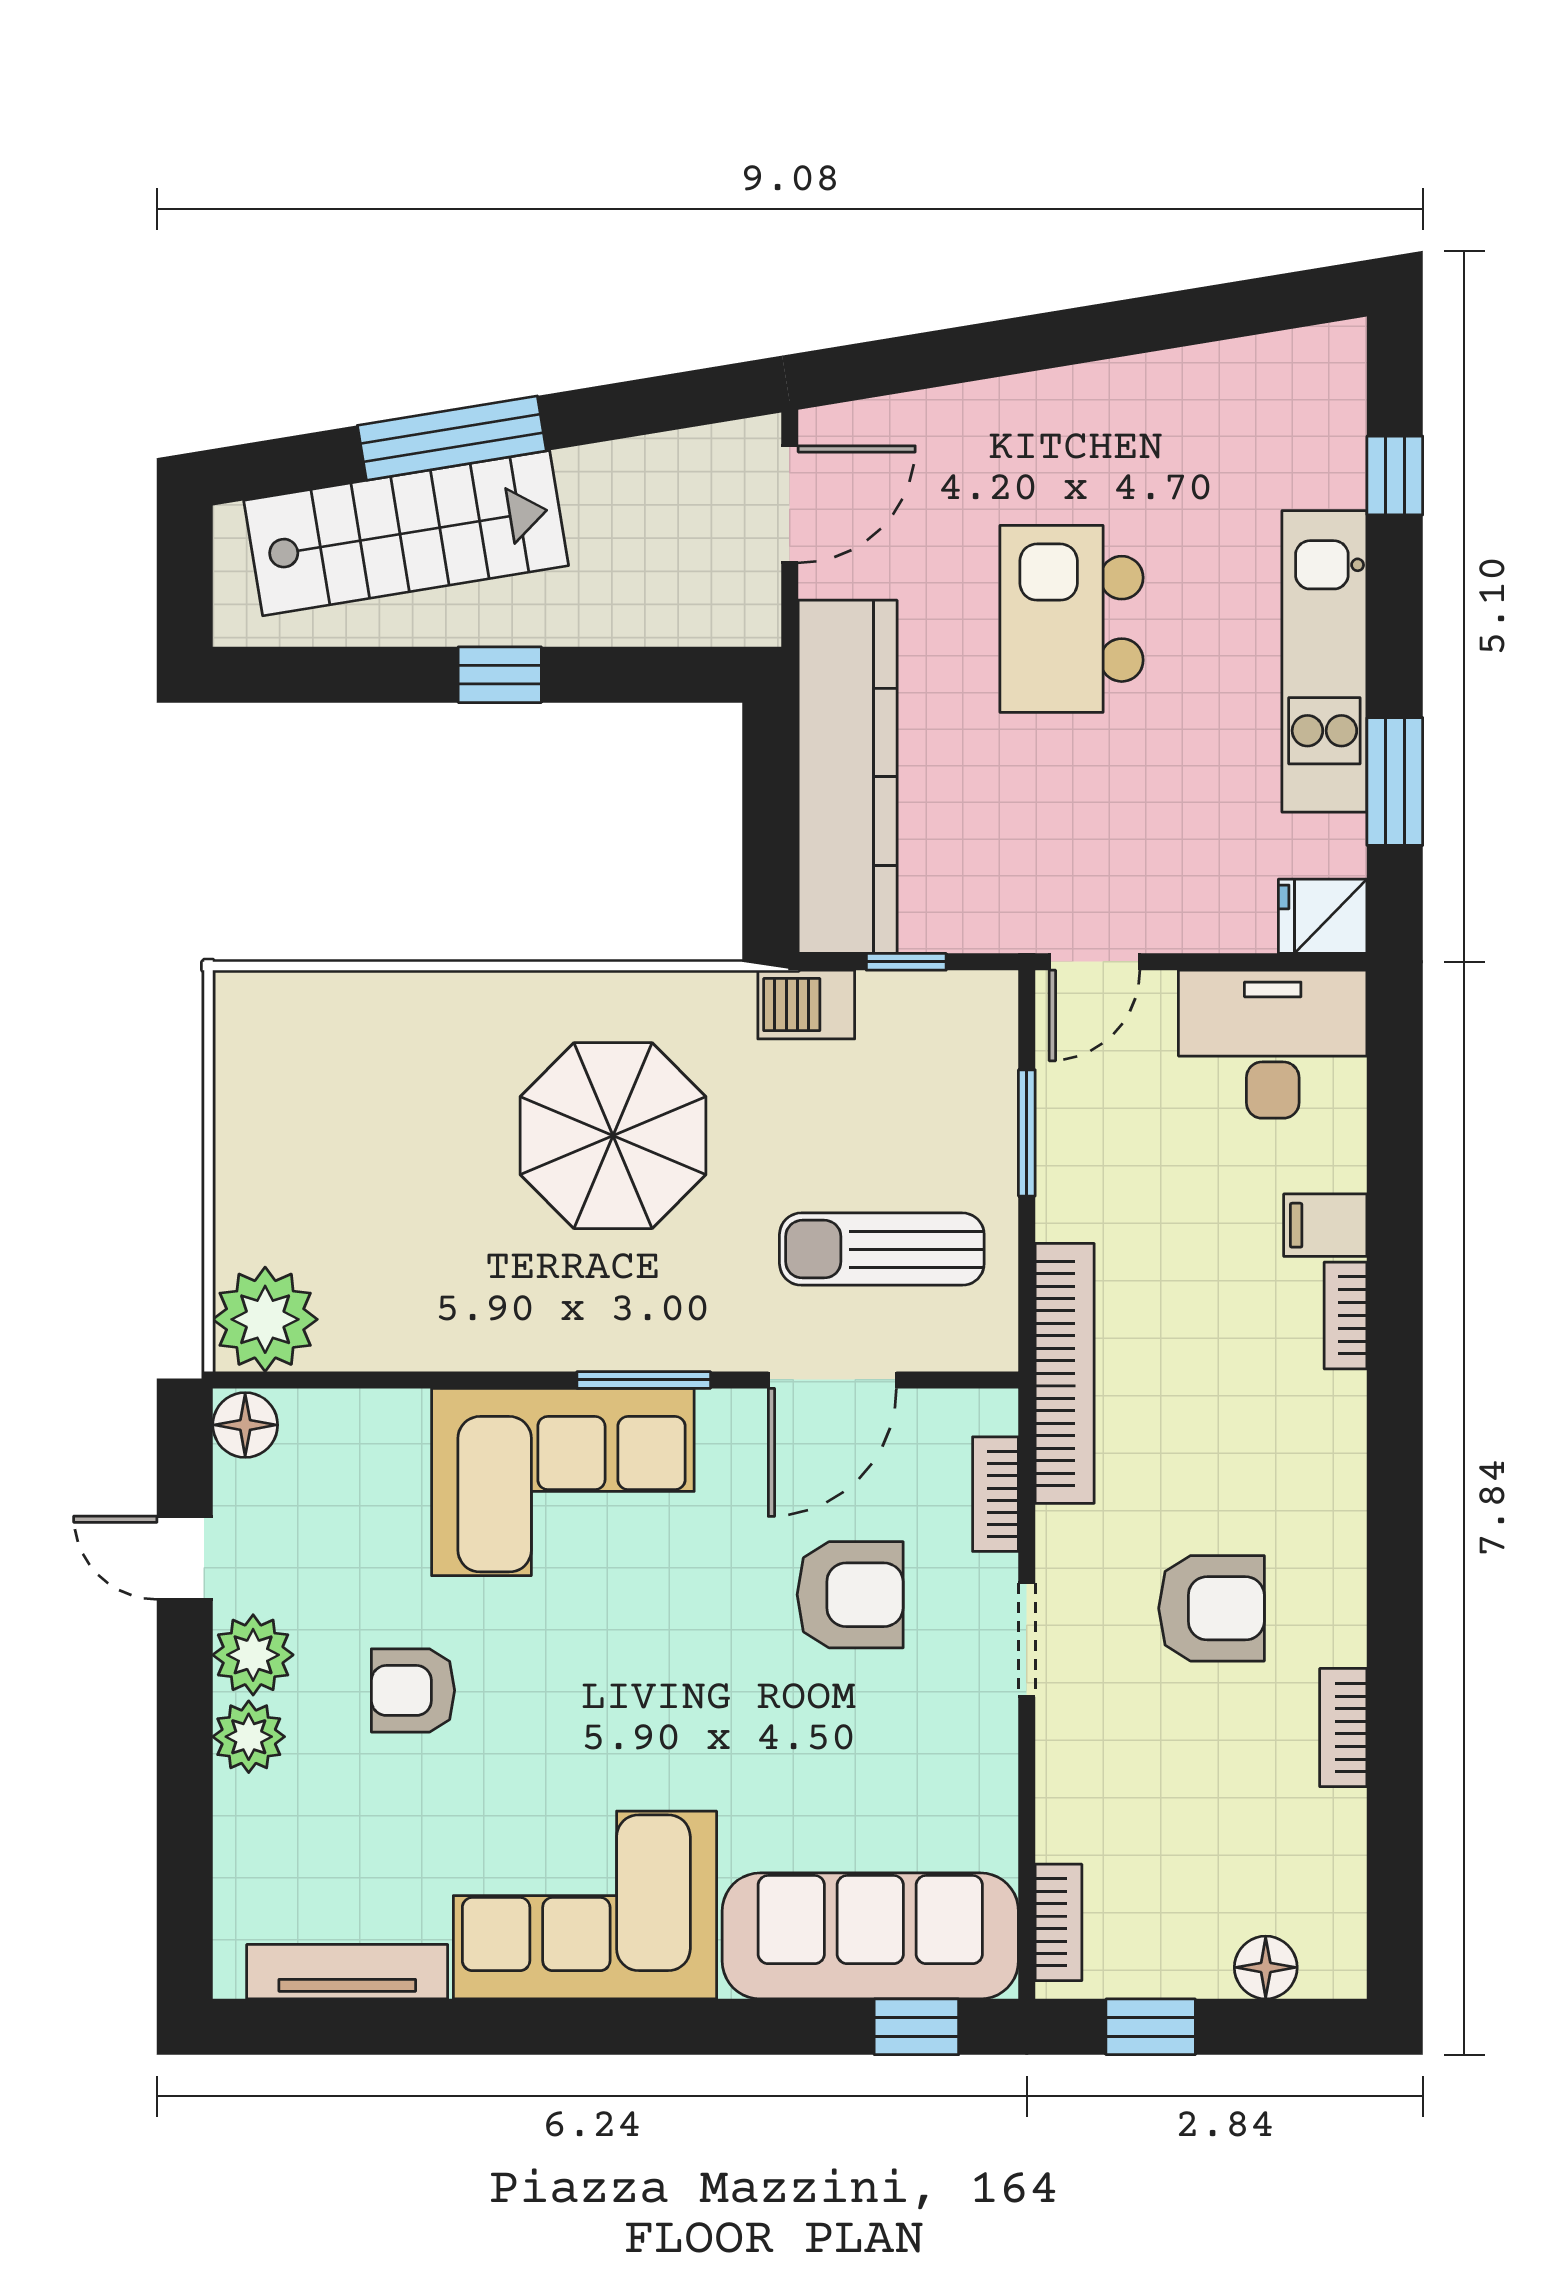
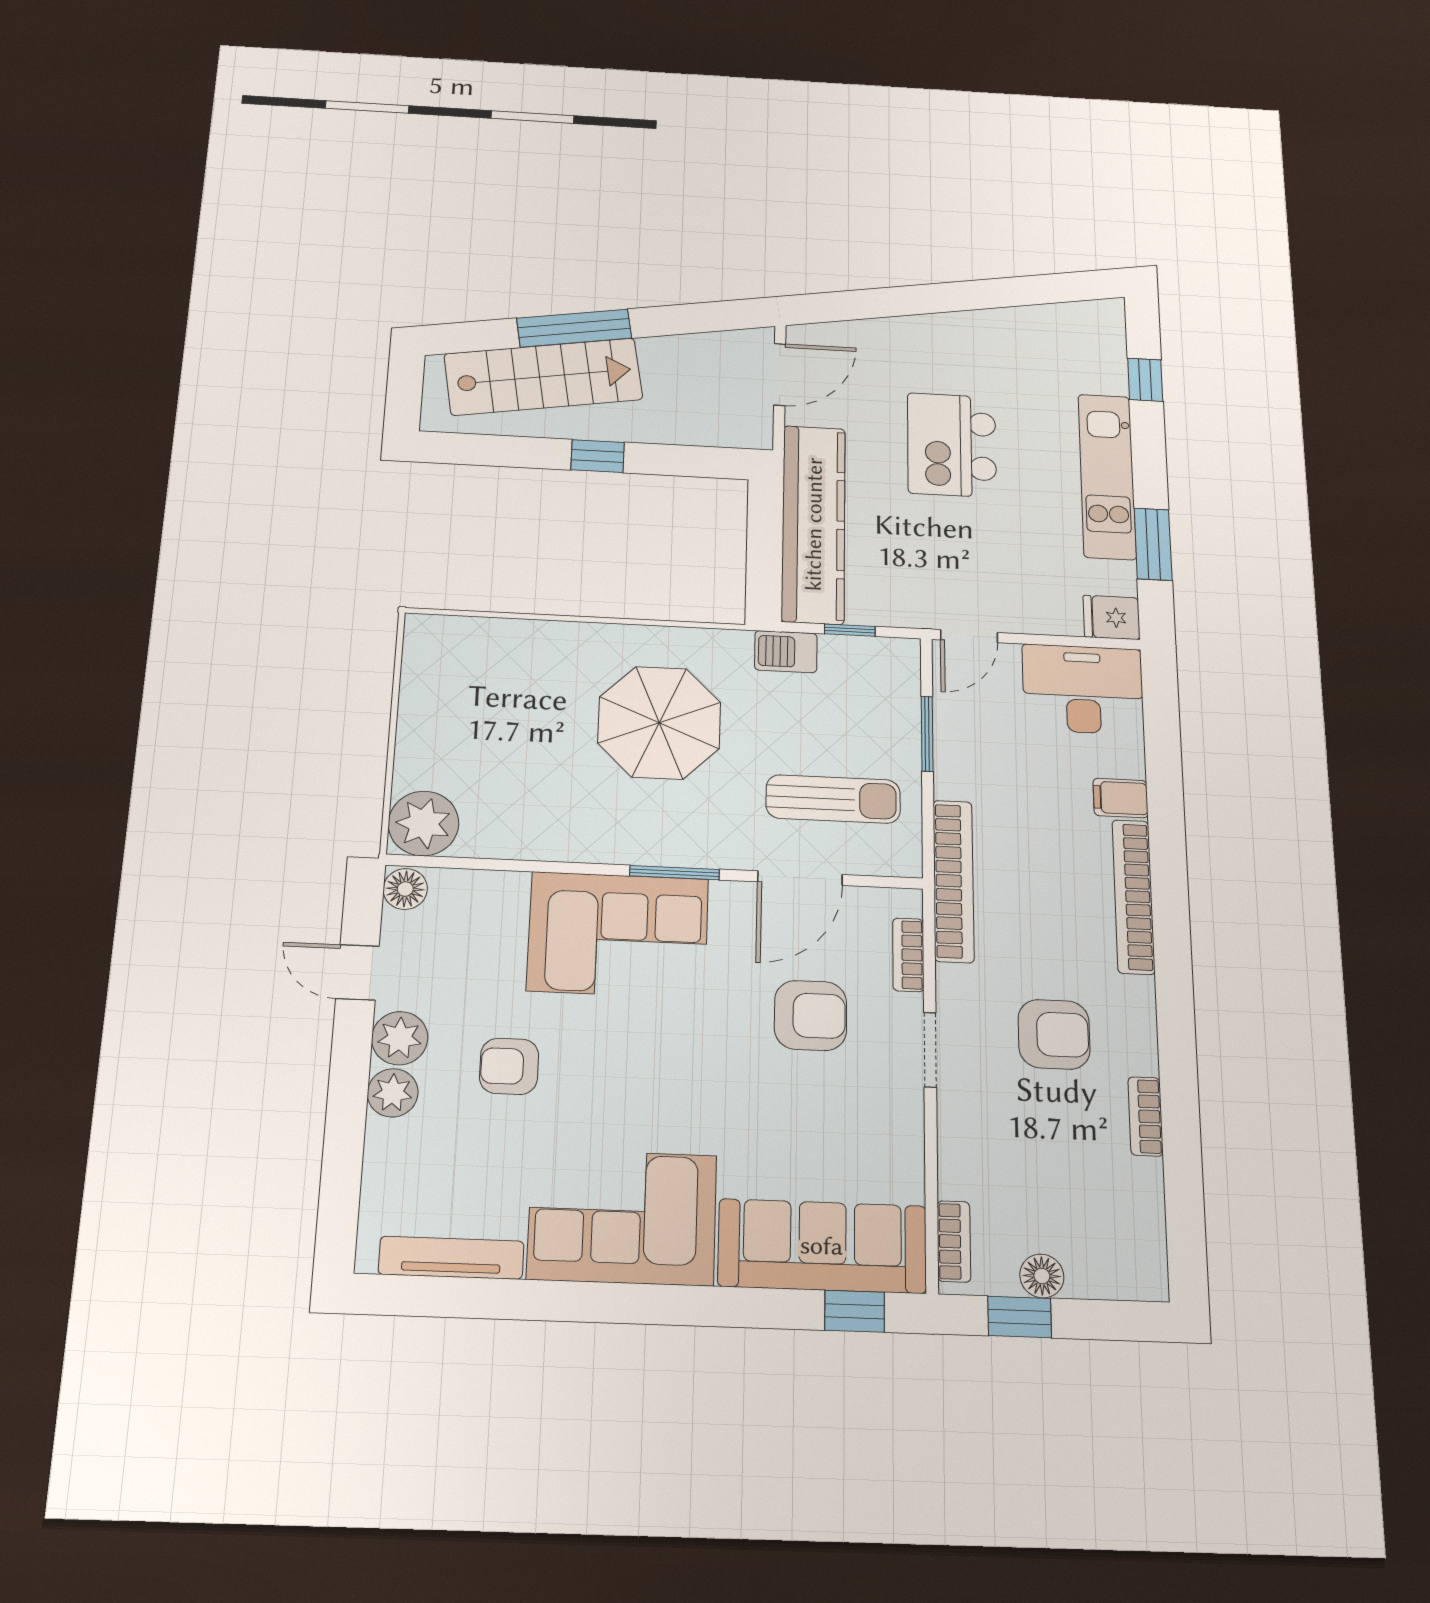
sun lounger: (882, 1249) -> (833, 799), turned 180
bookcase: (1346, 1315) -> (1133, 896), width x2.31, depth x1.31
floor lamp: (1266, 1967) -> (1042, 1276), moved

